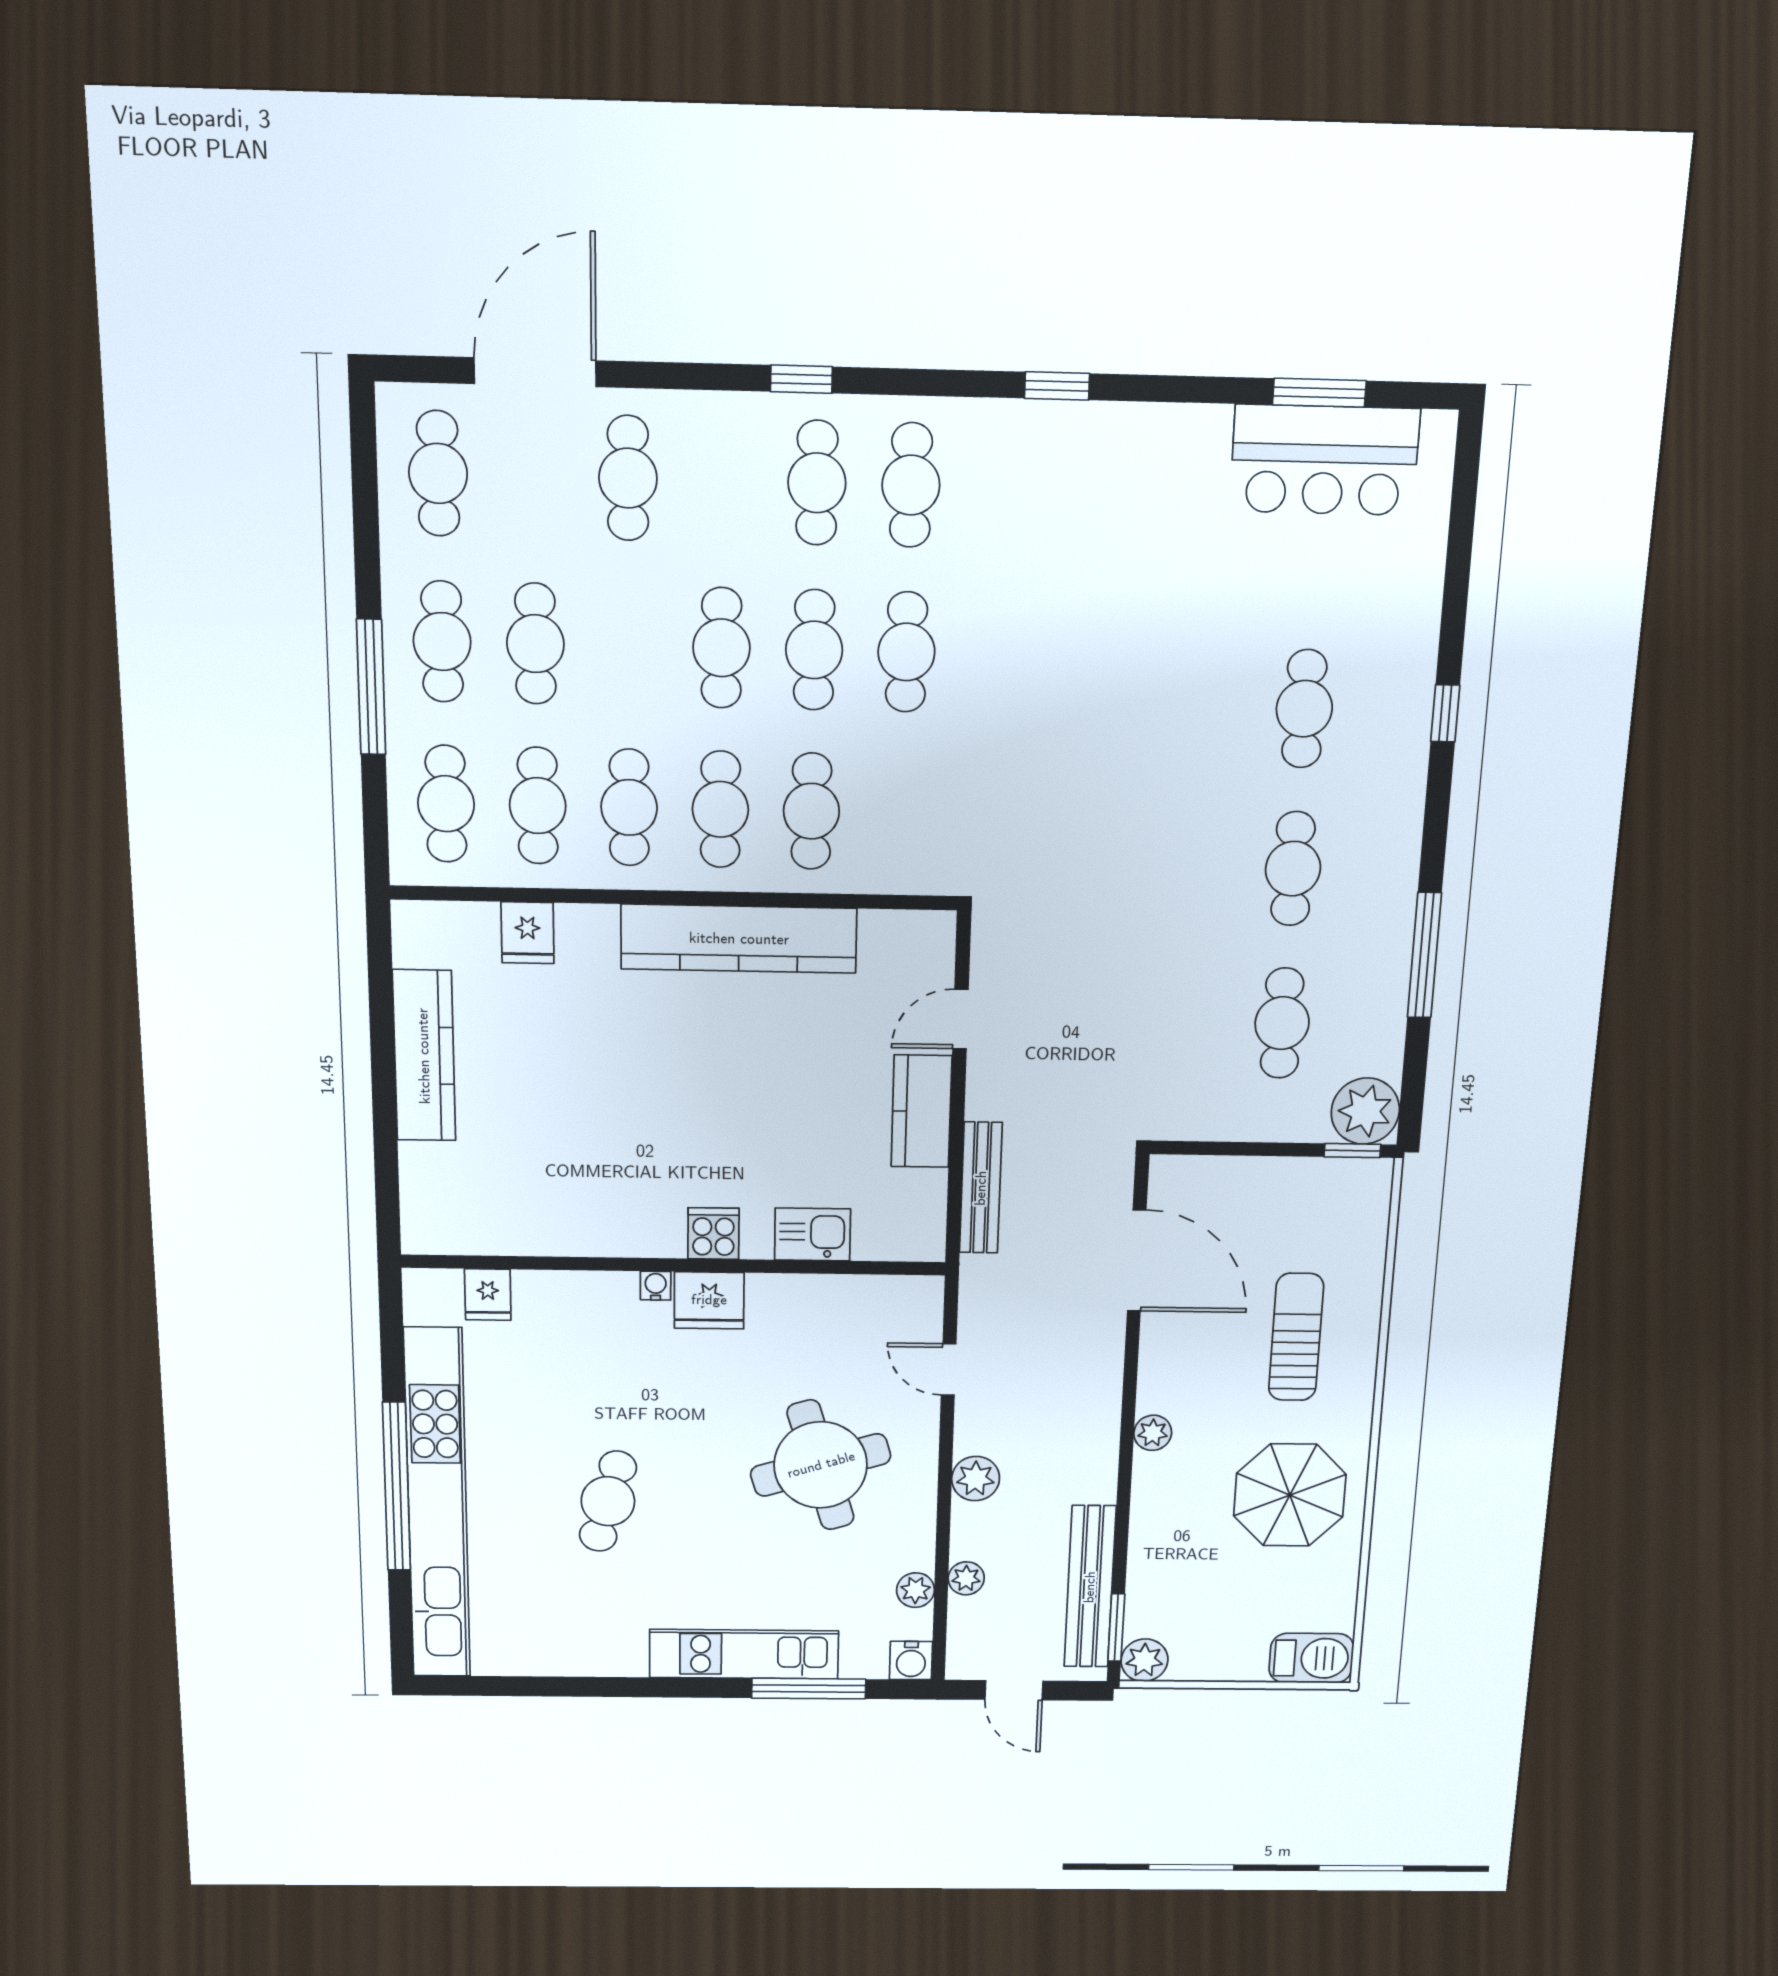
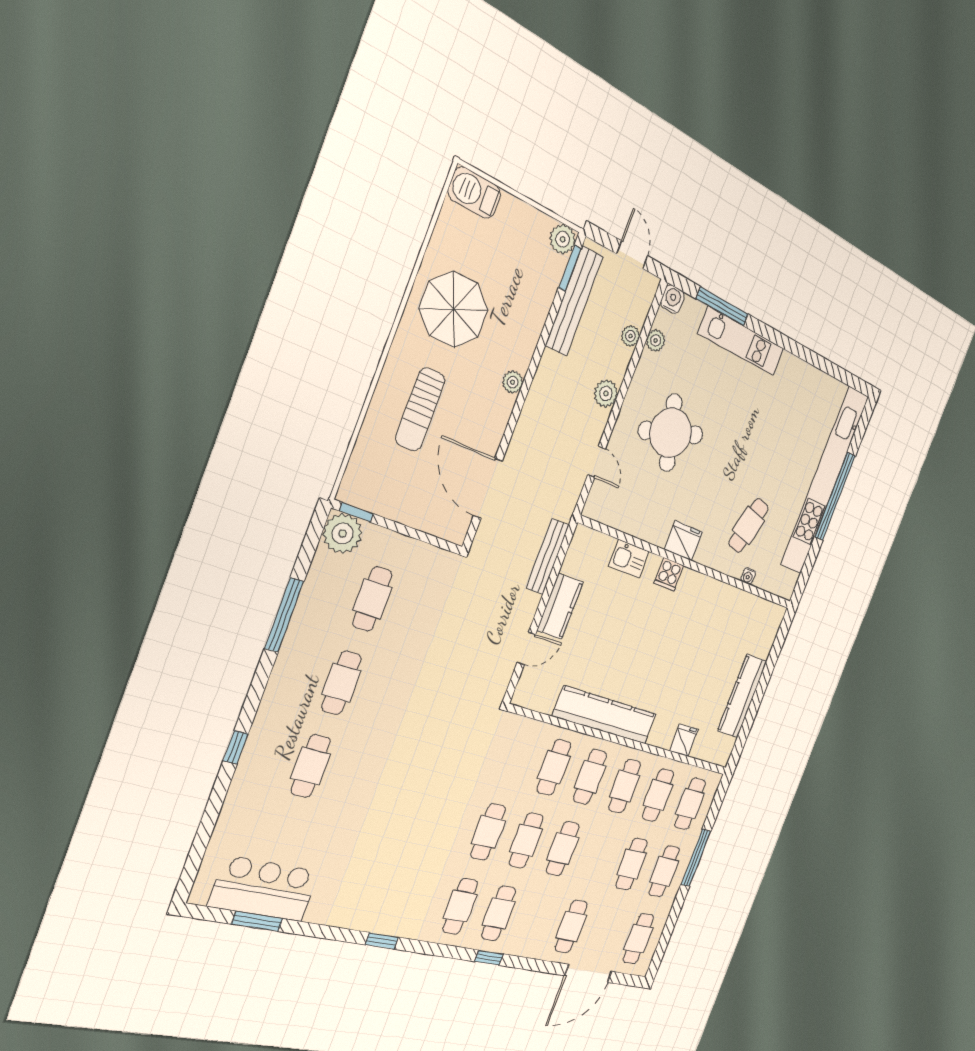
water cooler: (656, 1286) -> (748, 576), moved
fridge: (488, 1295) -> (765, 577), removed
cafe table: (608, 1501) -> (749, 526), moved

